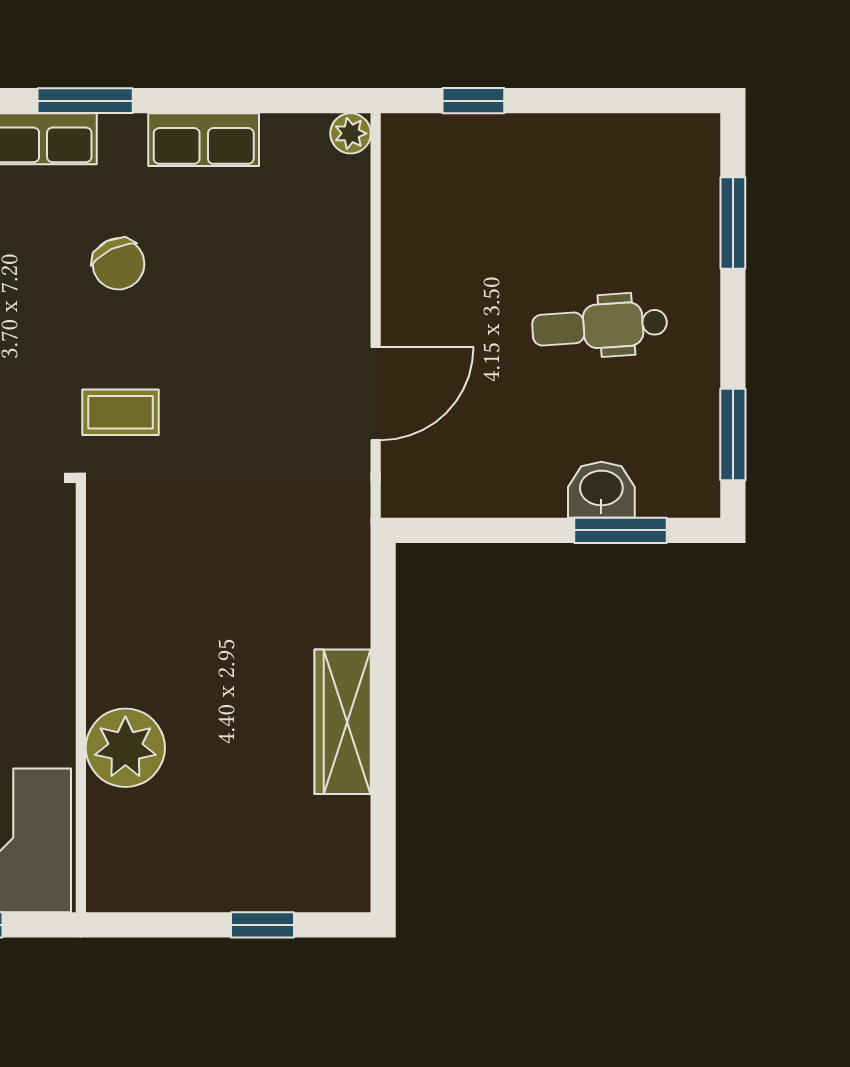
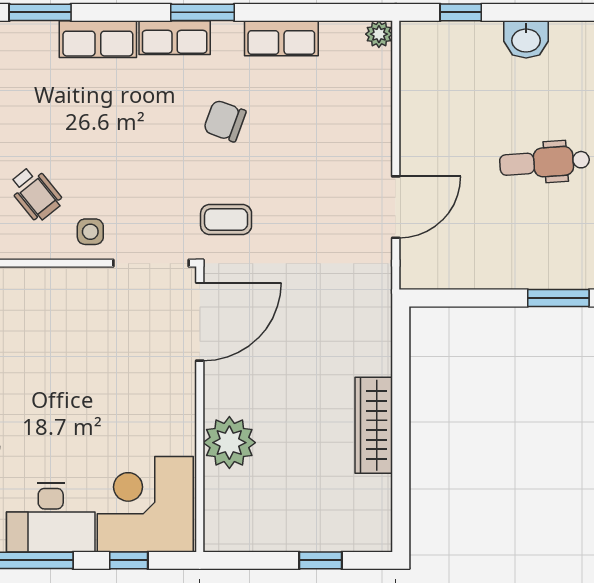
chair: (118, 264) -> (225, 121), turned 136
washbasin: (601, 490) -> (526, 39), moved, turned 180
door: (81, 566) -> (200, 322), added

